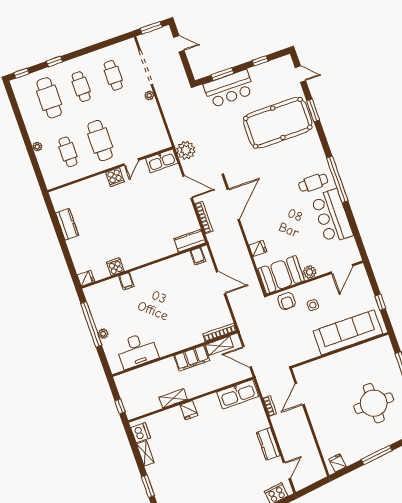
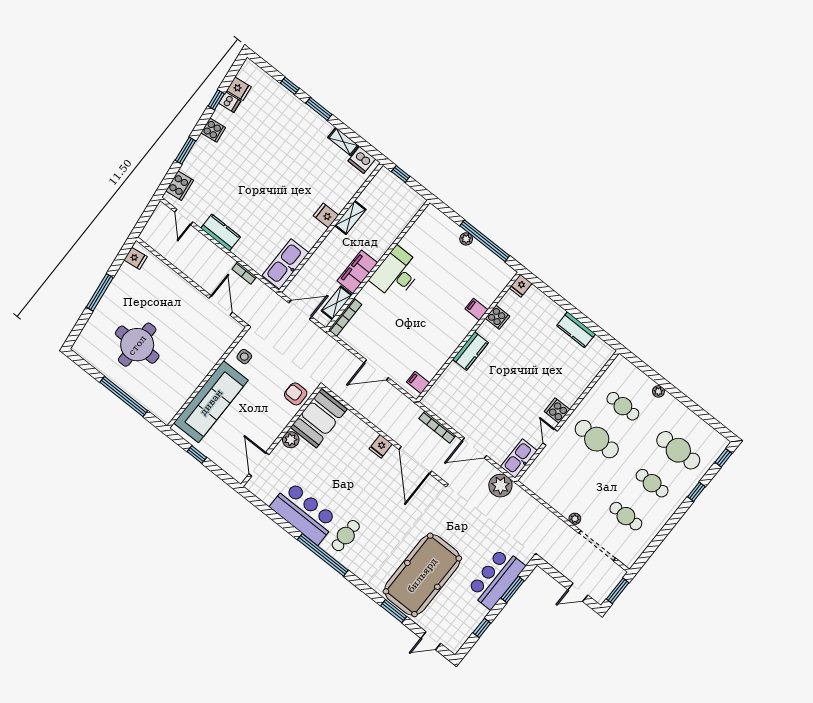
kitchen counter: (190, 241) -> (470, 351), moved
fridge: (258, 248) -> (381, 446), moved
side table: (313, 305) -> (244, 357), moved
desk: (137, 350) -> (396, 273), moved

